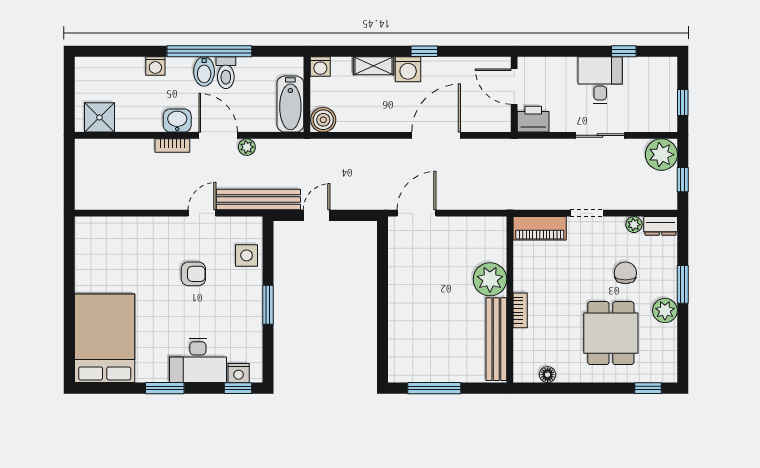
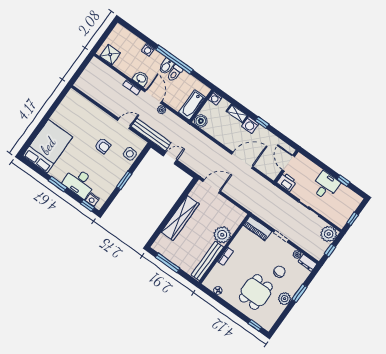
wardrobe: (402, 301) -> (180, 218), added

